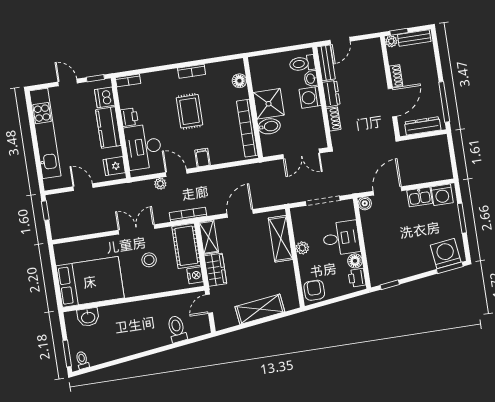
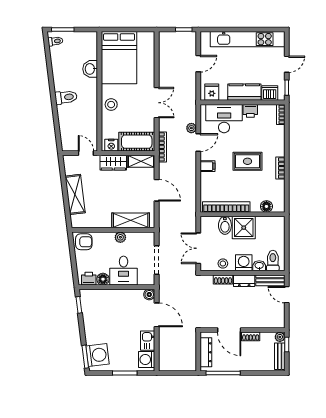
stool: (315, 122) -> (223, 264), added
stool: (149, 260) -> (111, 105), moved
washbasin: (88, 317) -> (90, 69), moved
toilet: (177, 329) -> (66, 97), moved

